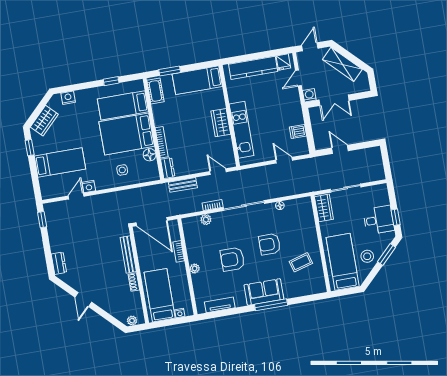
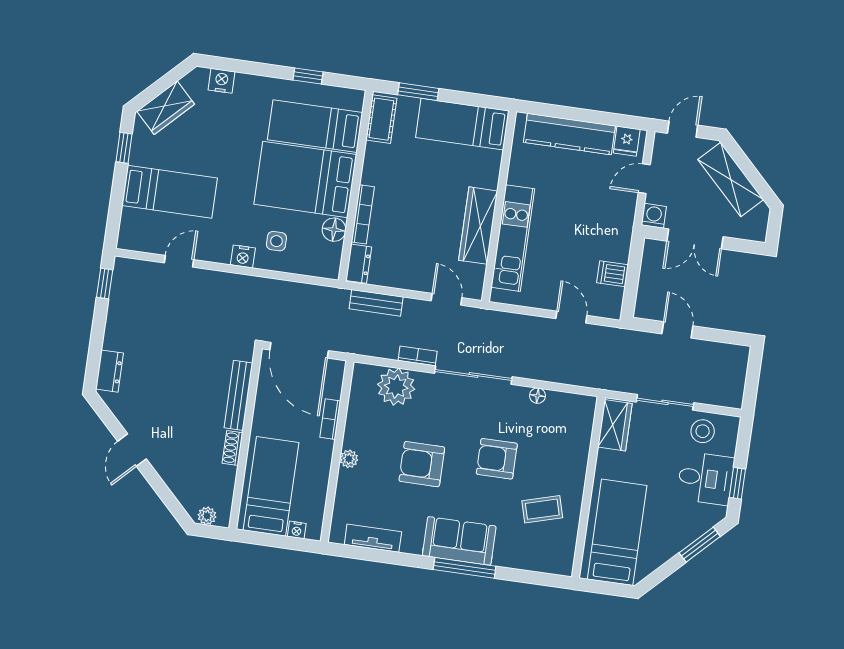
wardrobe: (221, 123) -> (478, 226), width x1.50
nightstand: (89, 187) -> (243, 256), moved
plant: (206, 220) -> (396, 387), width x1.88, depth x1.88
stool: (367, 256) -> (703, 431), moved

